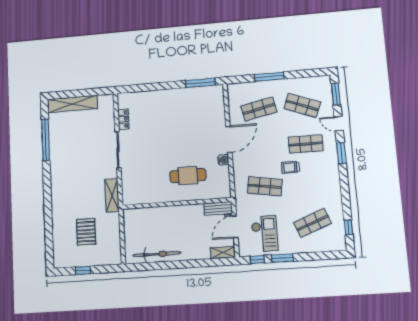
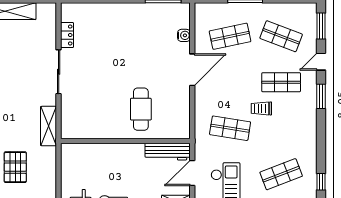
door: (339, 124) -> (321, 62), hinge flipped
water cooler: (223, 160) -> (184, 35), moved
cafe table: (188, 176) -> (141, 109), turned 90
workbench: (218, 210) -> (168, 152), width x1.37

